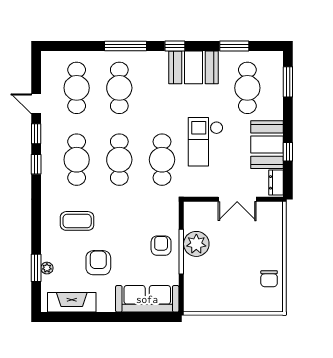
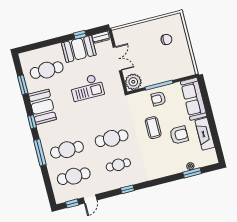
window: (288, 82) -> (37, 46), removed
window: (36, 134) -> (72, 203), moved
cafe table: (77, 160) -> (118, 165), width x0.73, depth x0.74
cafe table: (162, 160) -> (105, 112), removed
coffee table: (77, 221) -> (153, 128), moved
plant: (196, 244) -> (133, 82), moved
armchair: (98, 263) -> (179, 135), turned 180
chair: (269, 279) -> (166, 40), moved
fireplace: (72, 302) -> (205, 134), moved

